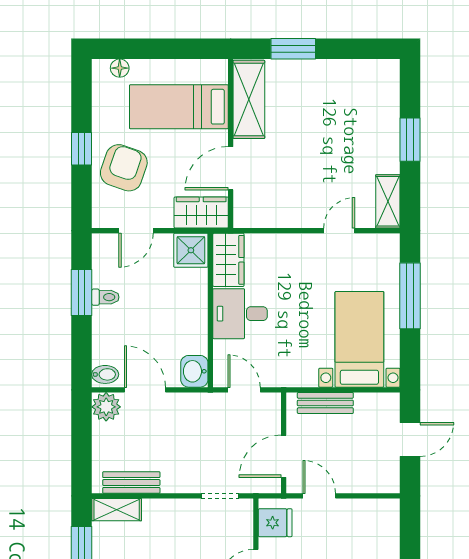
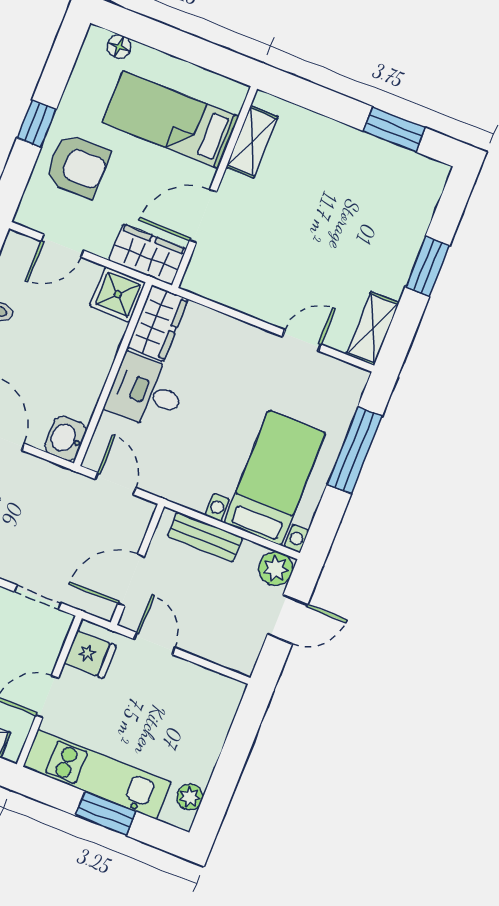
window: (293, 49) -> (394, 129), moved
shelving: (249, 99) -> (252, 142), width x0.67, depth x0.75
armchair: (124, 168) -> (77, 166), turned 71
plant: (387, 406) -> (276, 569), added

